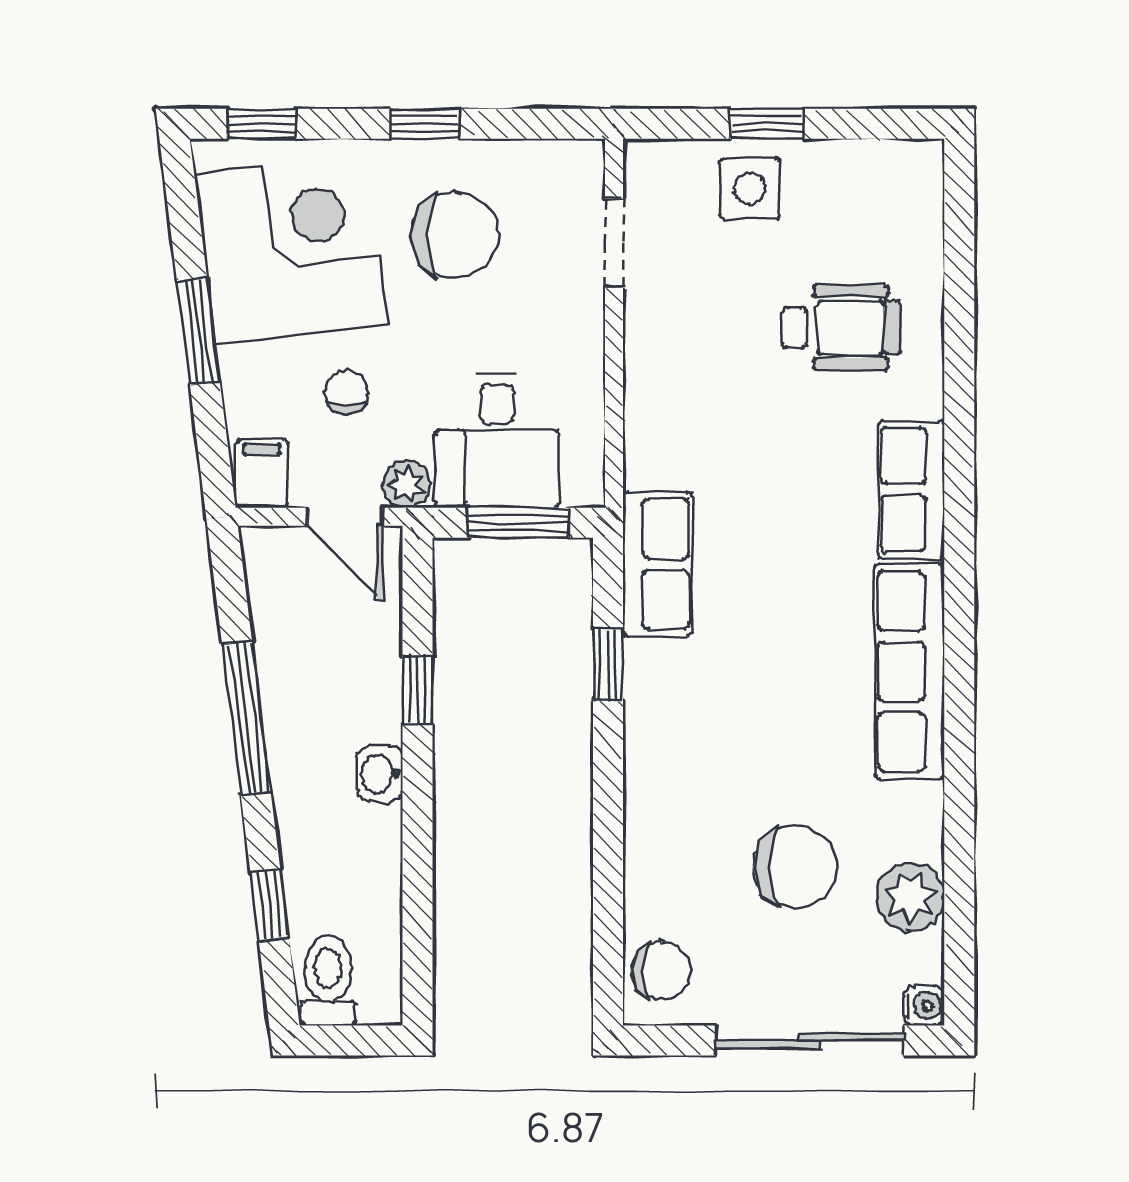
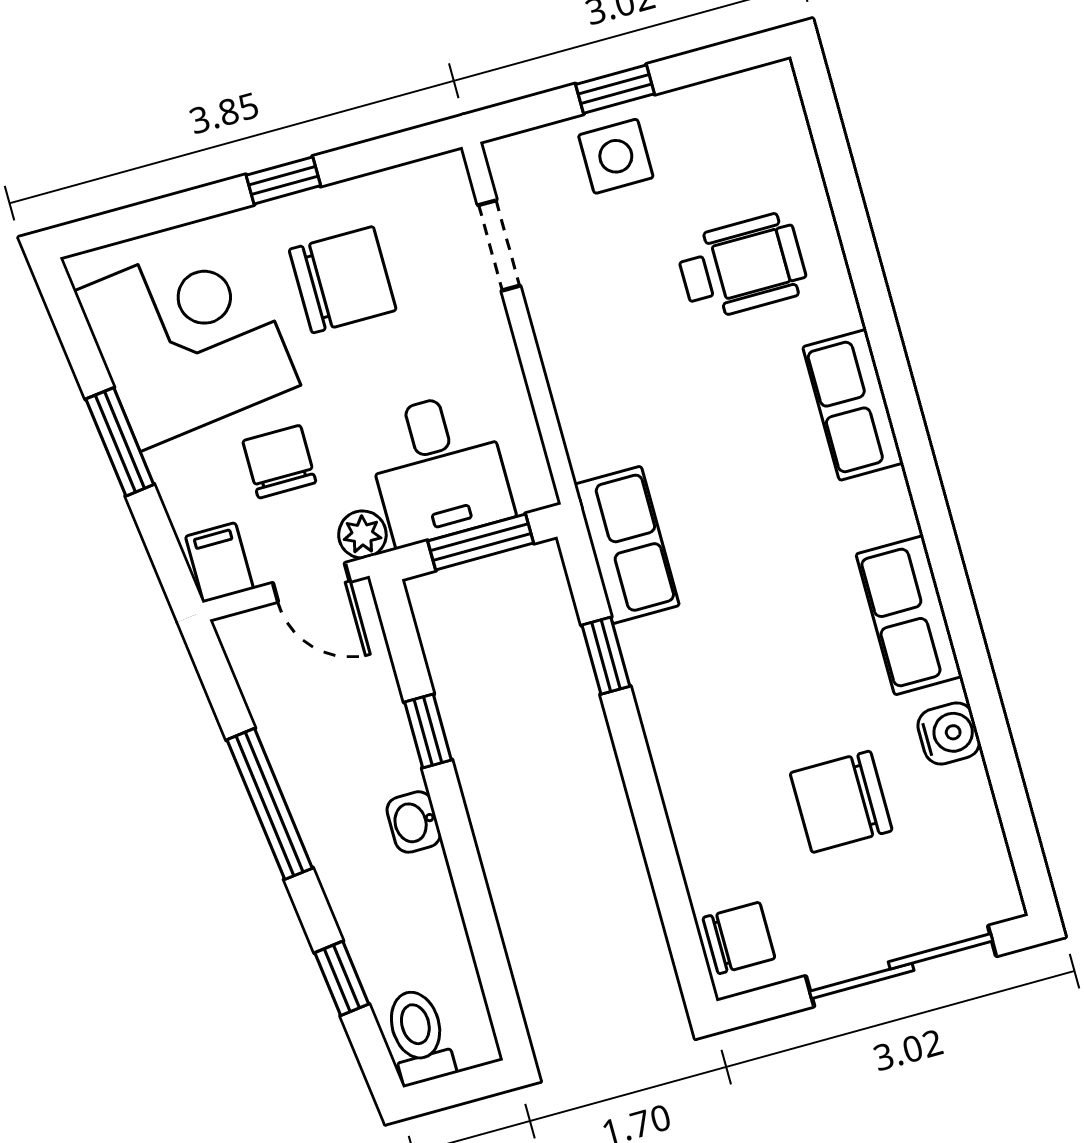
window: (261, 124) -> (125, 224), removed
chair: (346, 393) -> (279, 462), width x1.37, depth x1.37
row of seats: (910, 671) -> (909, 615), width x0.68
chair: (795, 867) -> (841, 802), turned 180
plant: (910, 897) -> (961, 800), removed
water cooler: (924, 1005) -> (949, 733), moved, width x1.38, depth x1.38

